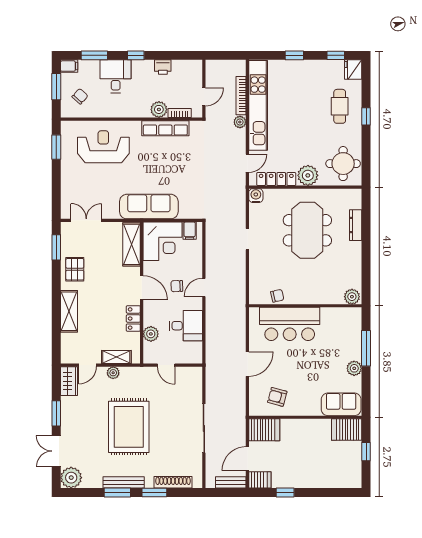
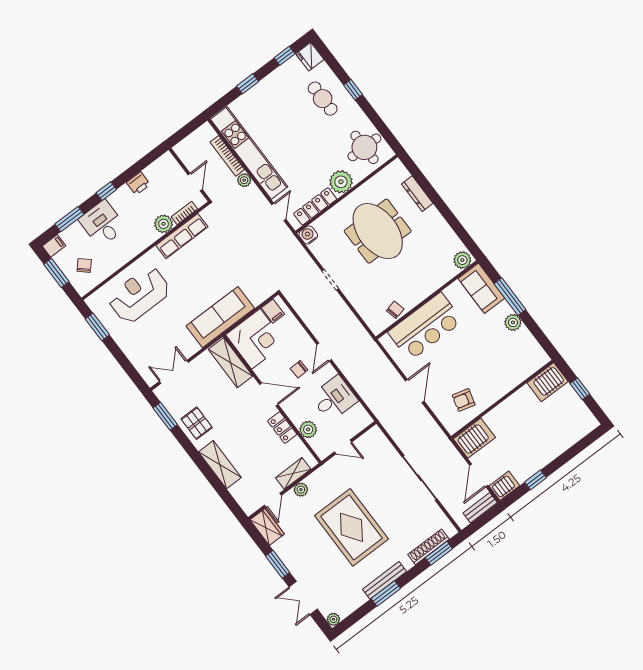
sofa: (341, 404) -> (481, 288), moved, turned -90
plant: (71, 478) -> (333, 619), width x0.53, depth x0.53
window: (154, 493) -> (439, 553), moved

